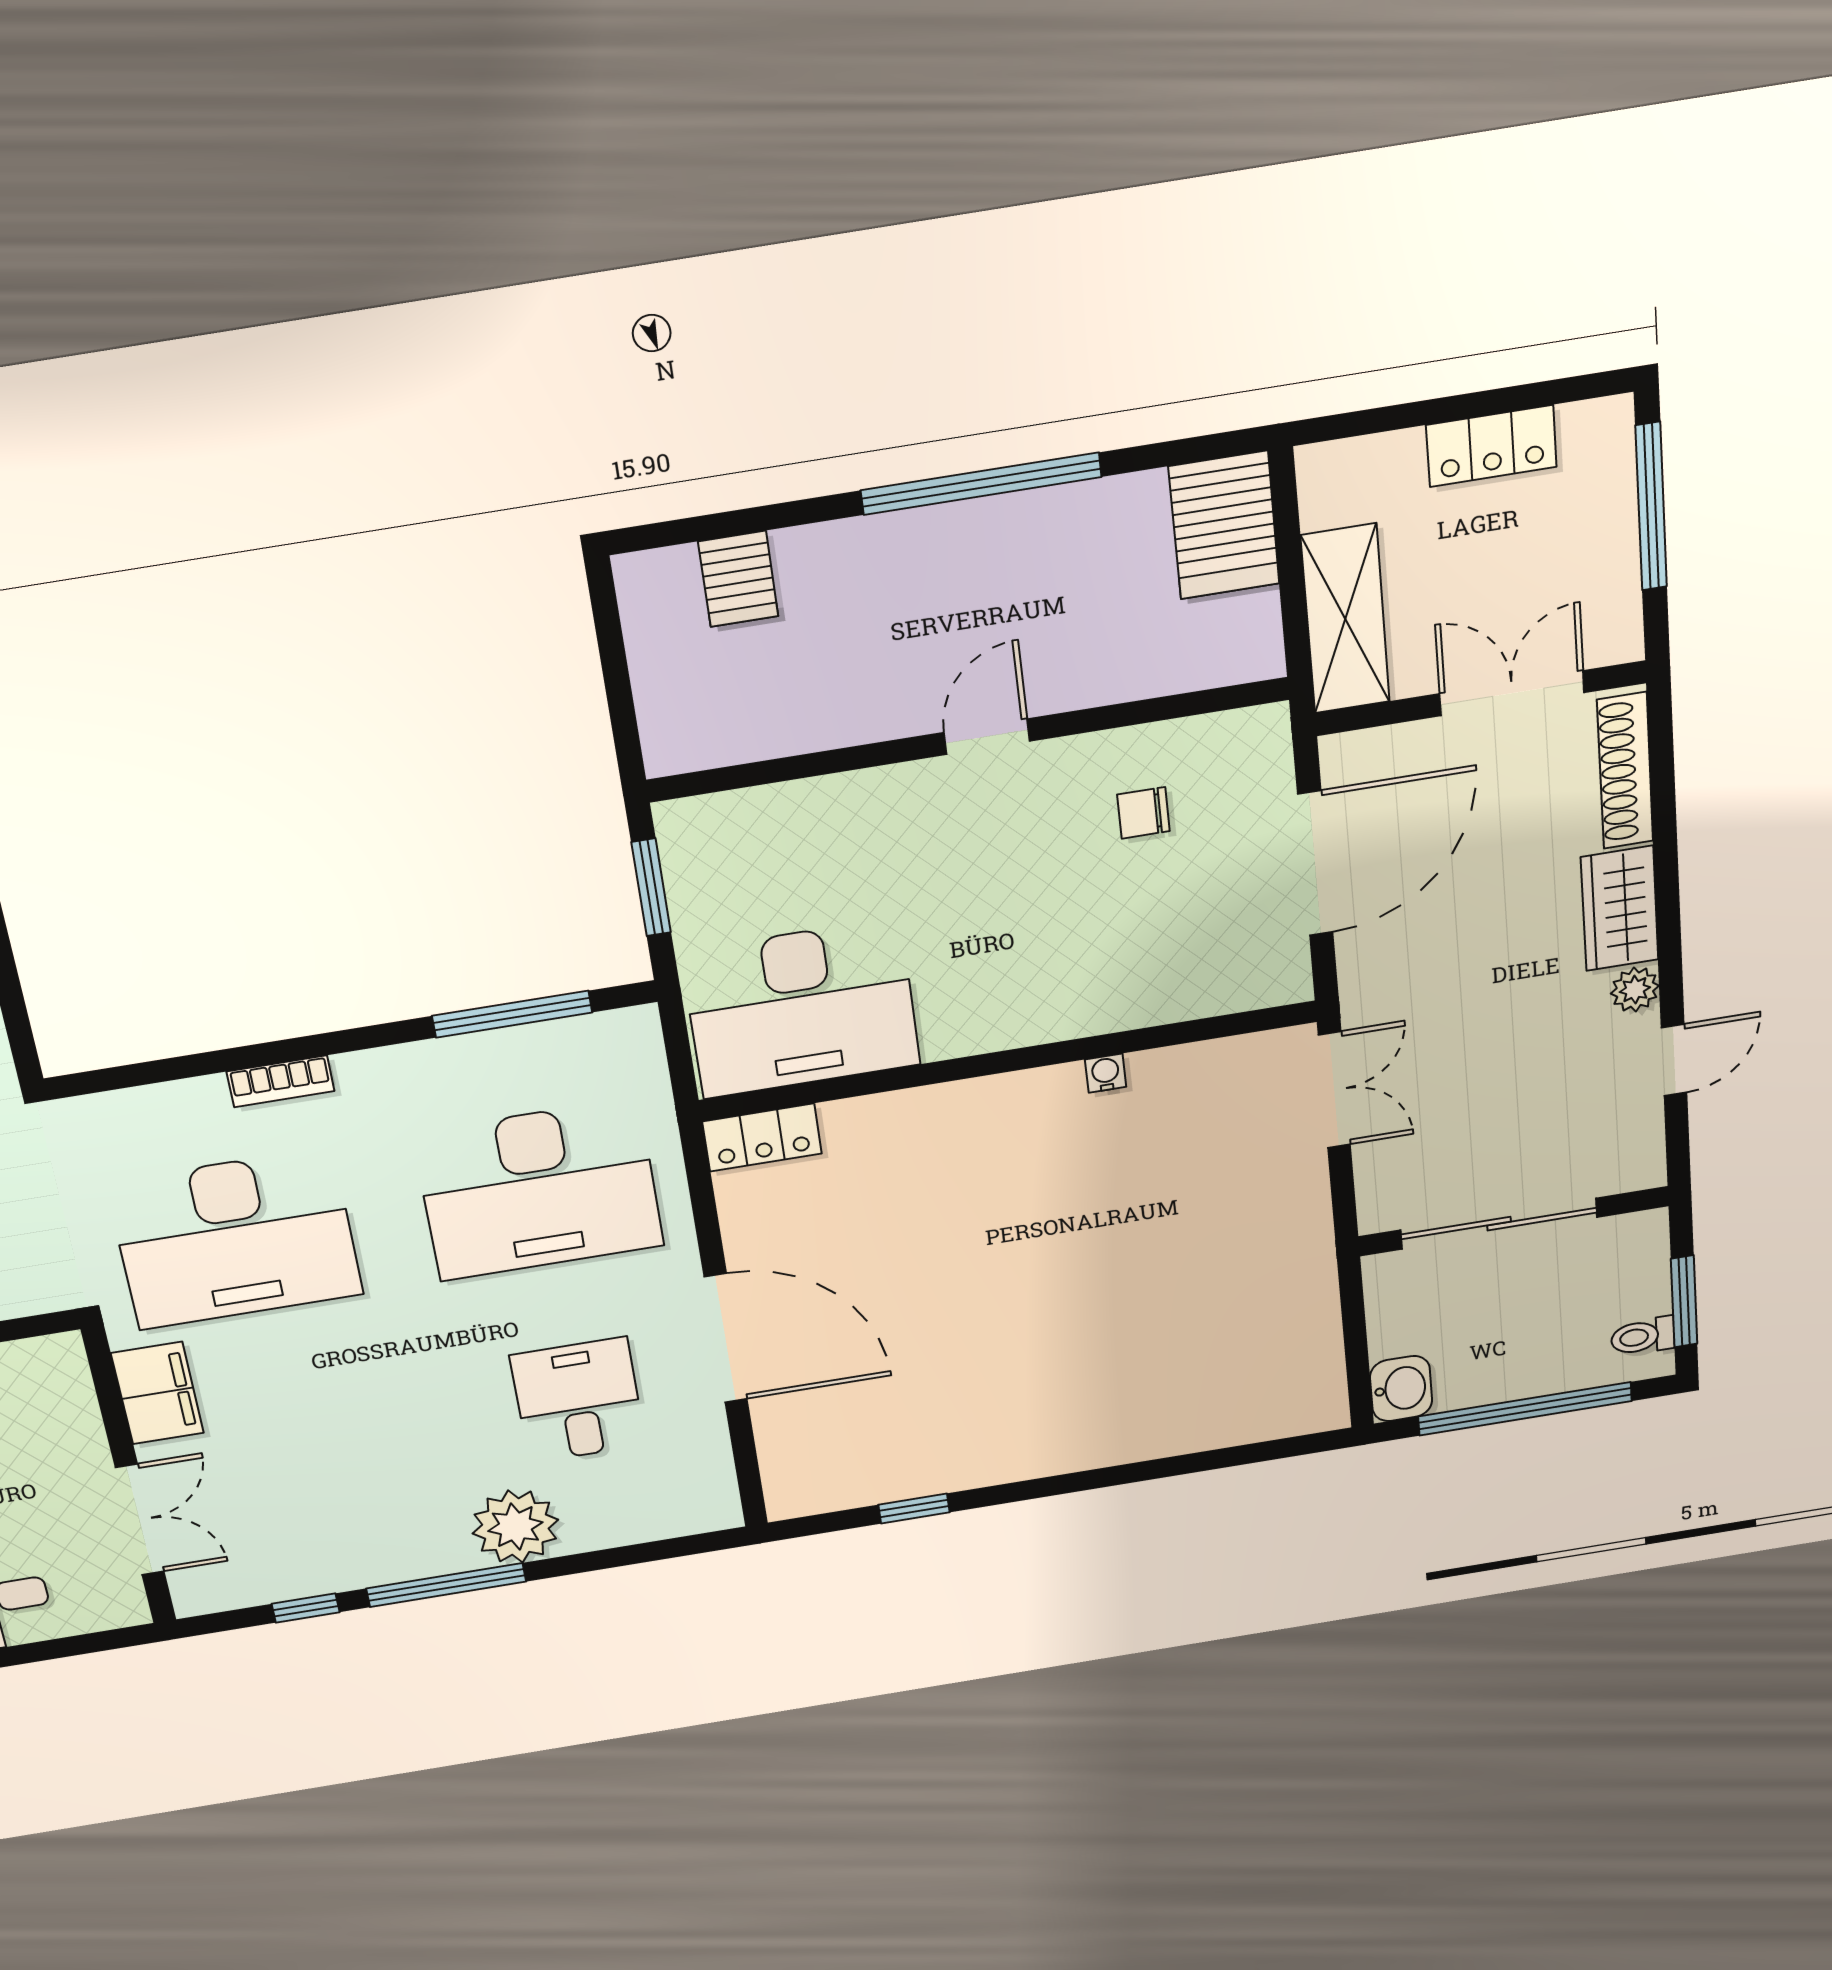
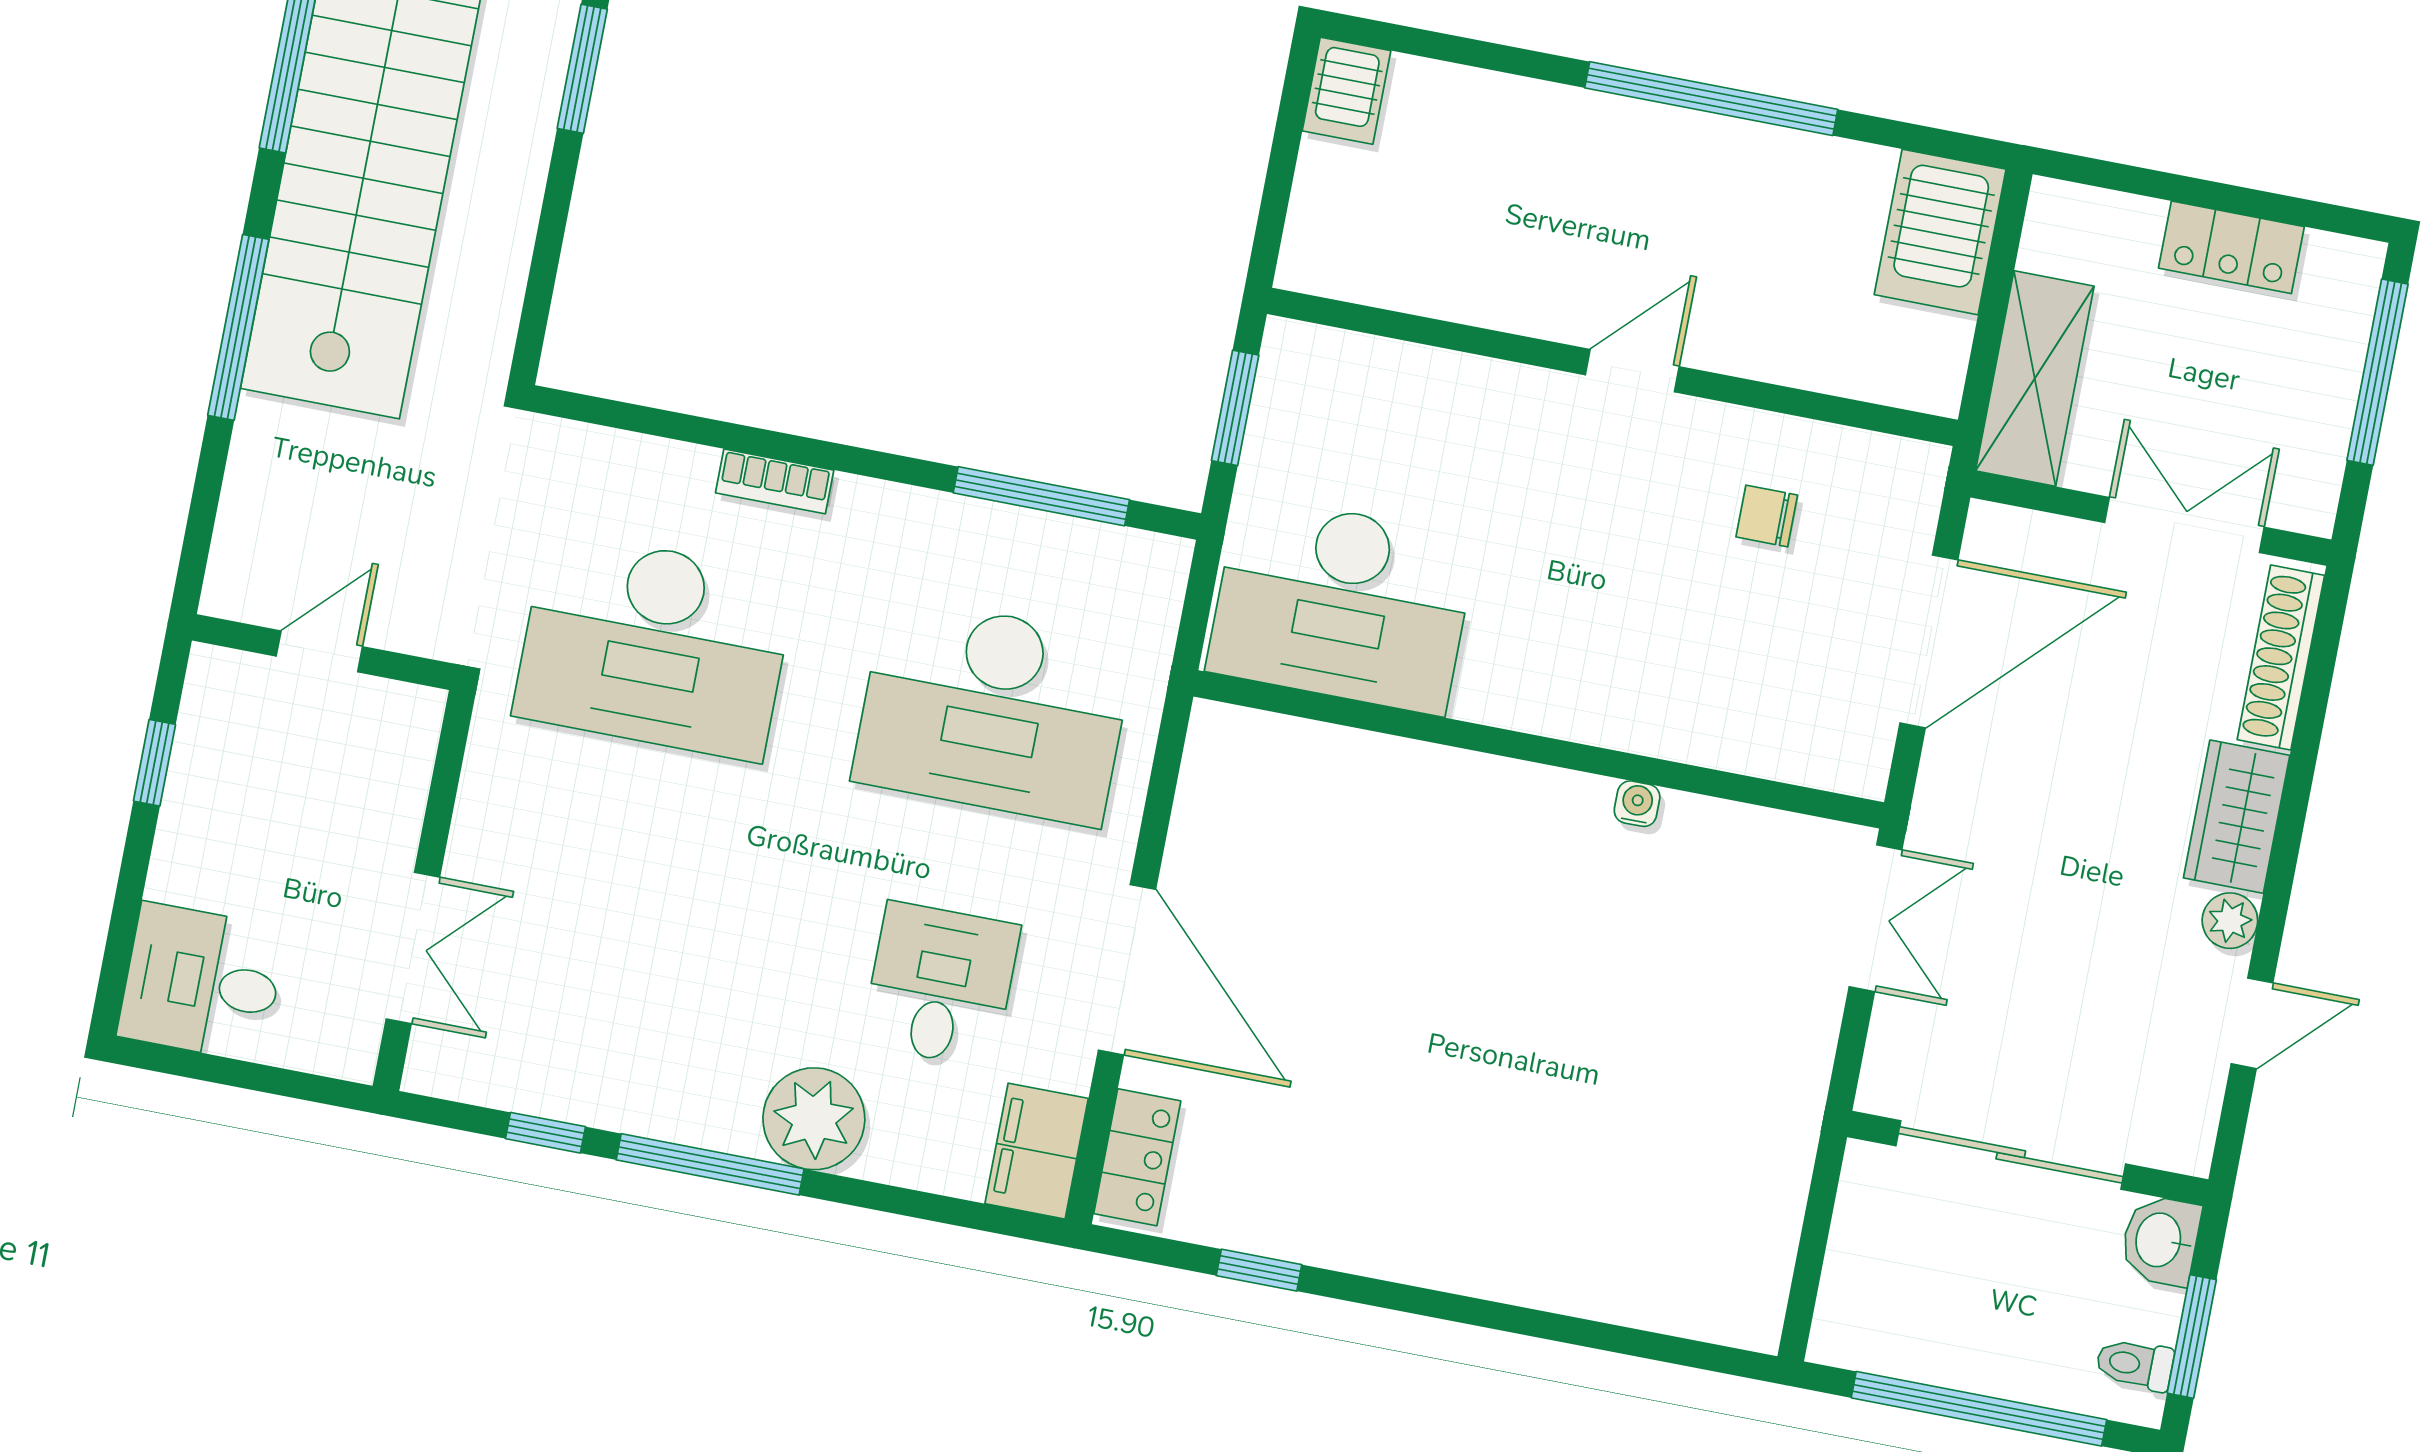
server rack: (738, 579) -> (1347, 91), moved
locker: (762, 1137) -> (1137, 1157), moved, turned -90
washbasin: (1401, 1389) -> (2160, 1240), moved, turned 180
filing cabinet: (157, 1393) -> (1037, 1151), moved, turned 180

